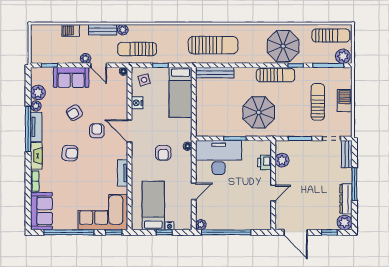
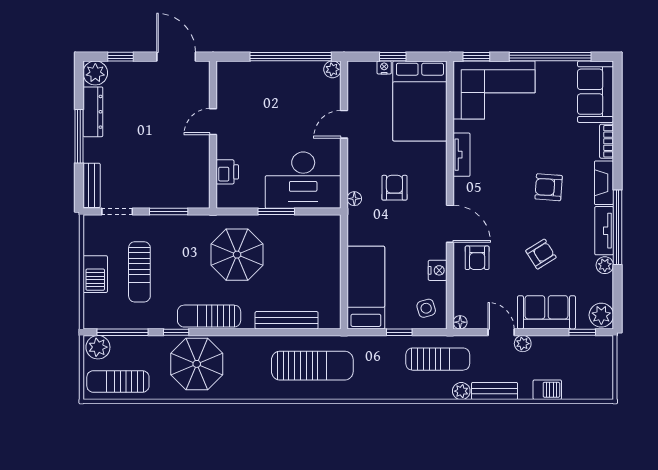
sun lounger: (213, 45) -> (312, 366), turned 180
bench: (215, 73) -> (287, 320), moved
plant: (38, 92) -> (601, 315), moved
armchair: (97, 131) -> (477, 258), moved
plant: (282, 160) -> (198, 176), removed
bed: (153, 205) -> (420, 101), width x1.50

